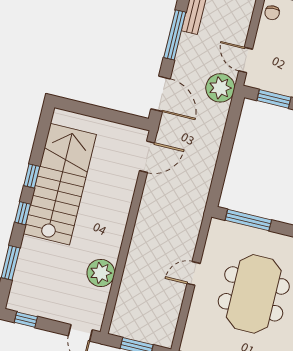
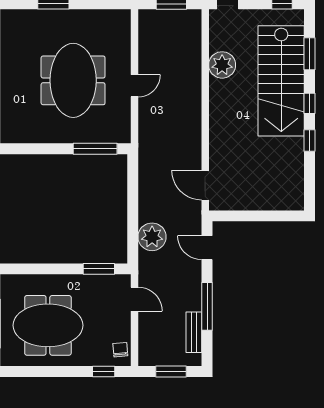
plant: (220, 88) -> (152, 237), moved
door: (160, 94) -> (207, 248), width x0.73
door: (147, 157) -> (205, 185), hinge flipped
stairs: (60, 184) -> (281, 81), moved

